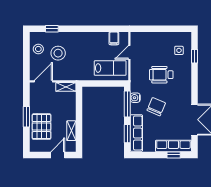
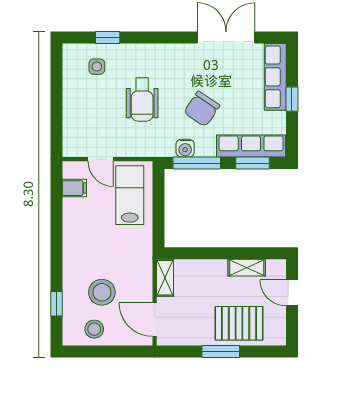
chair: (156, 107) -> (202, 109), turned -79
window: (174, 155) -> (292, 99), moved

